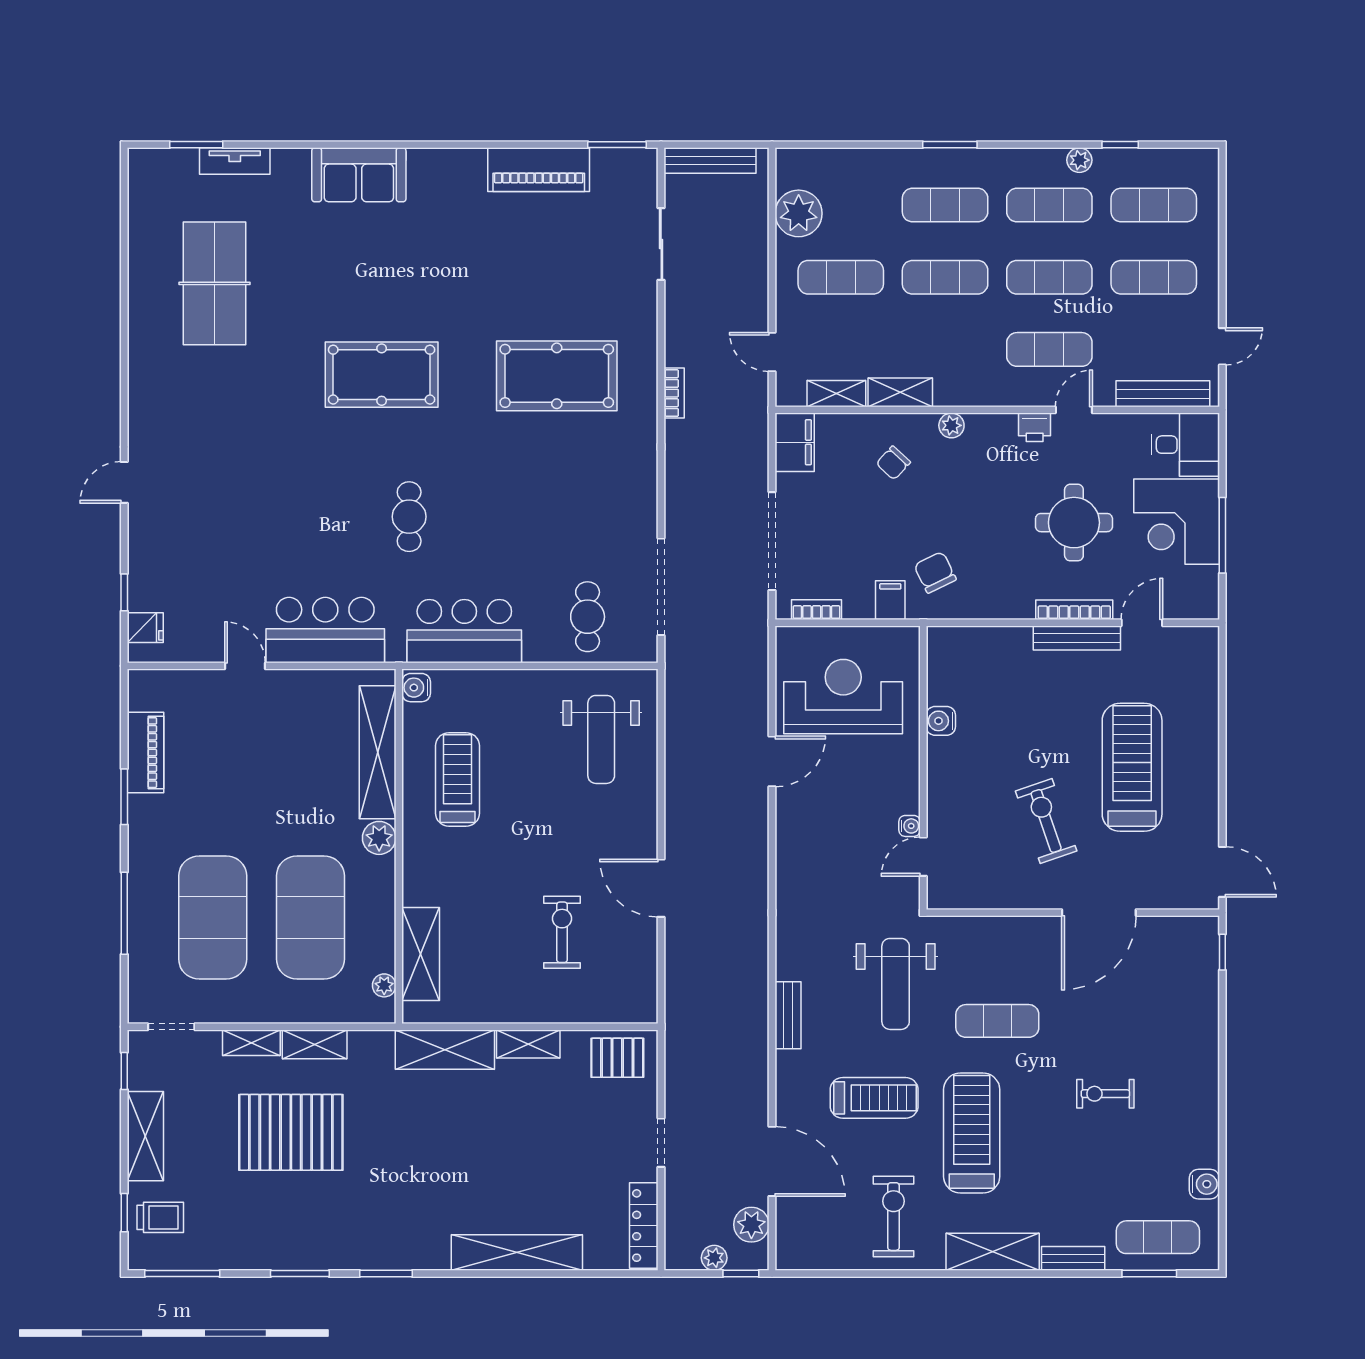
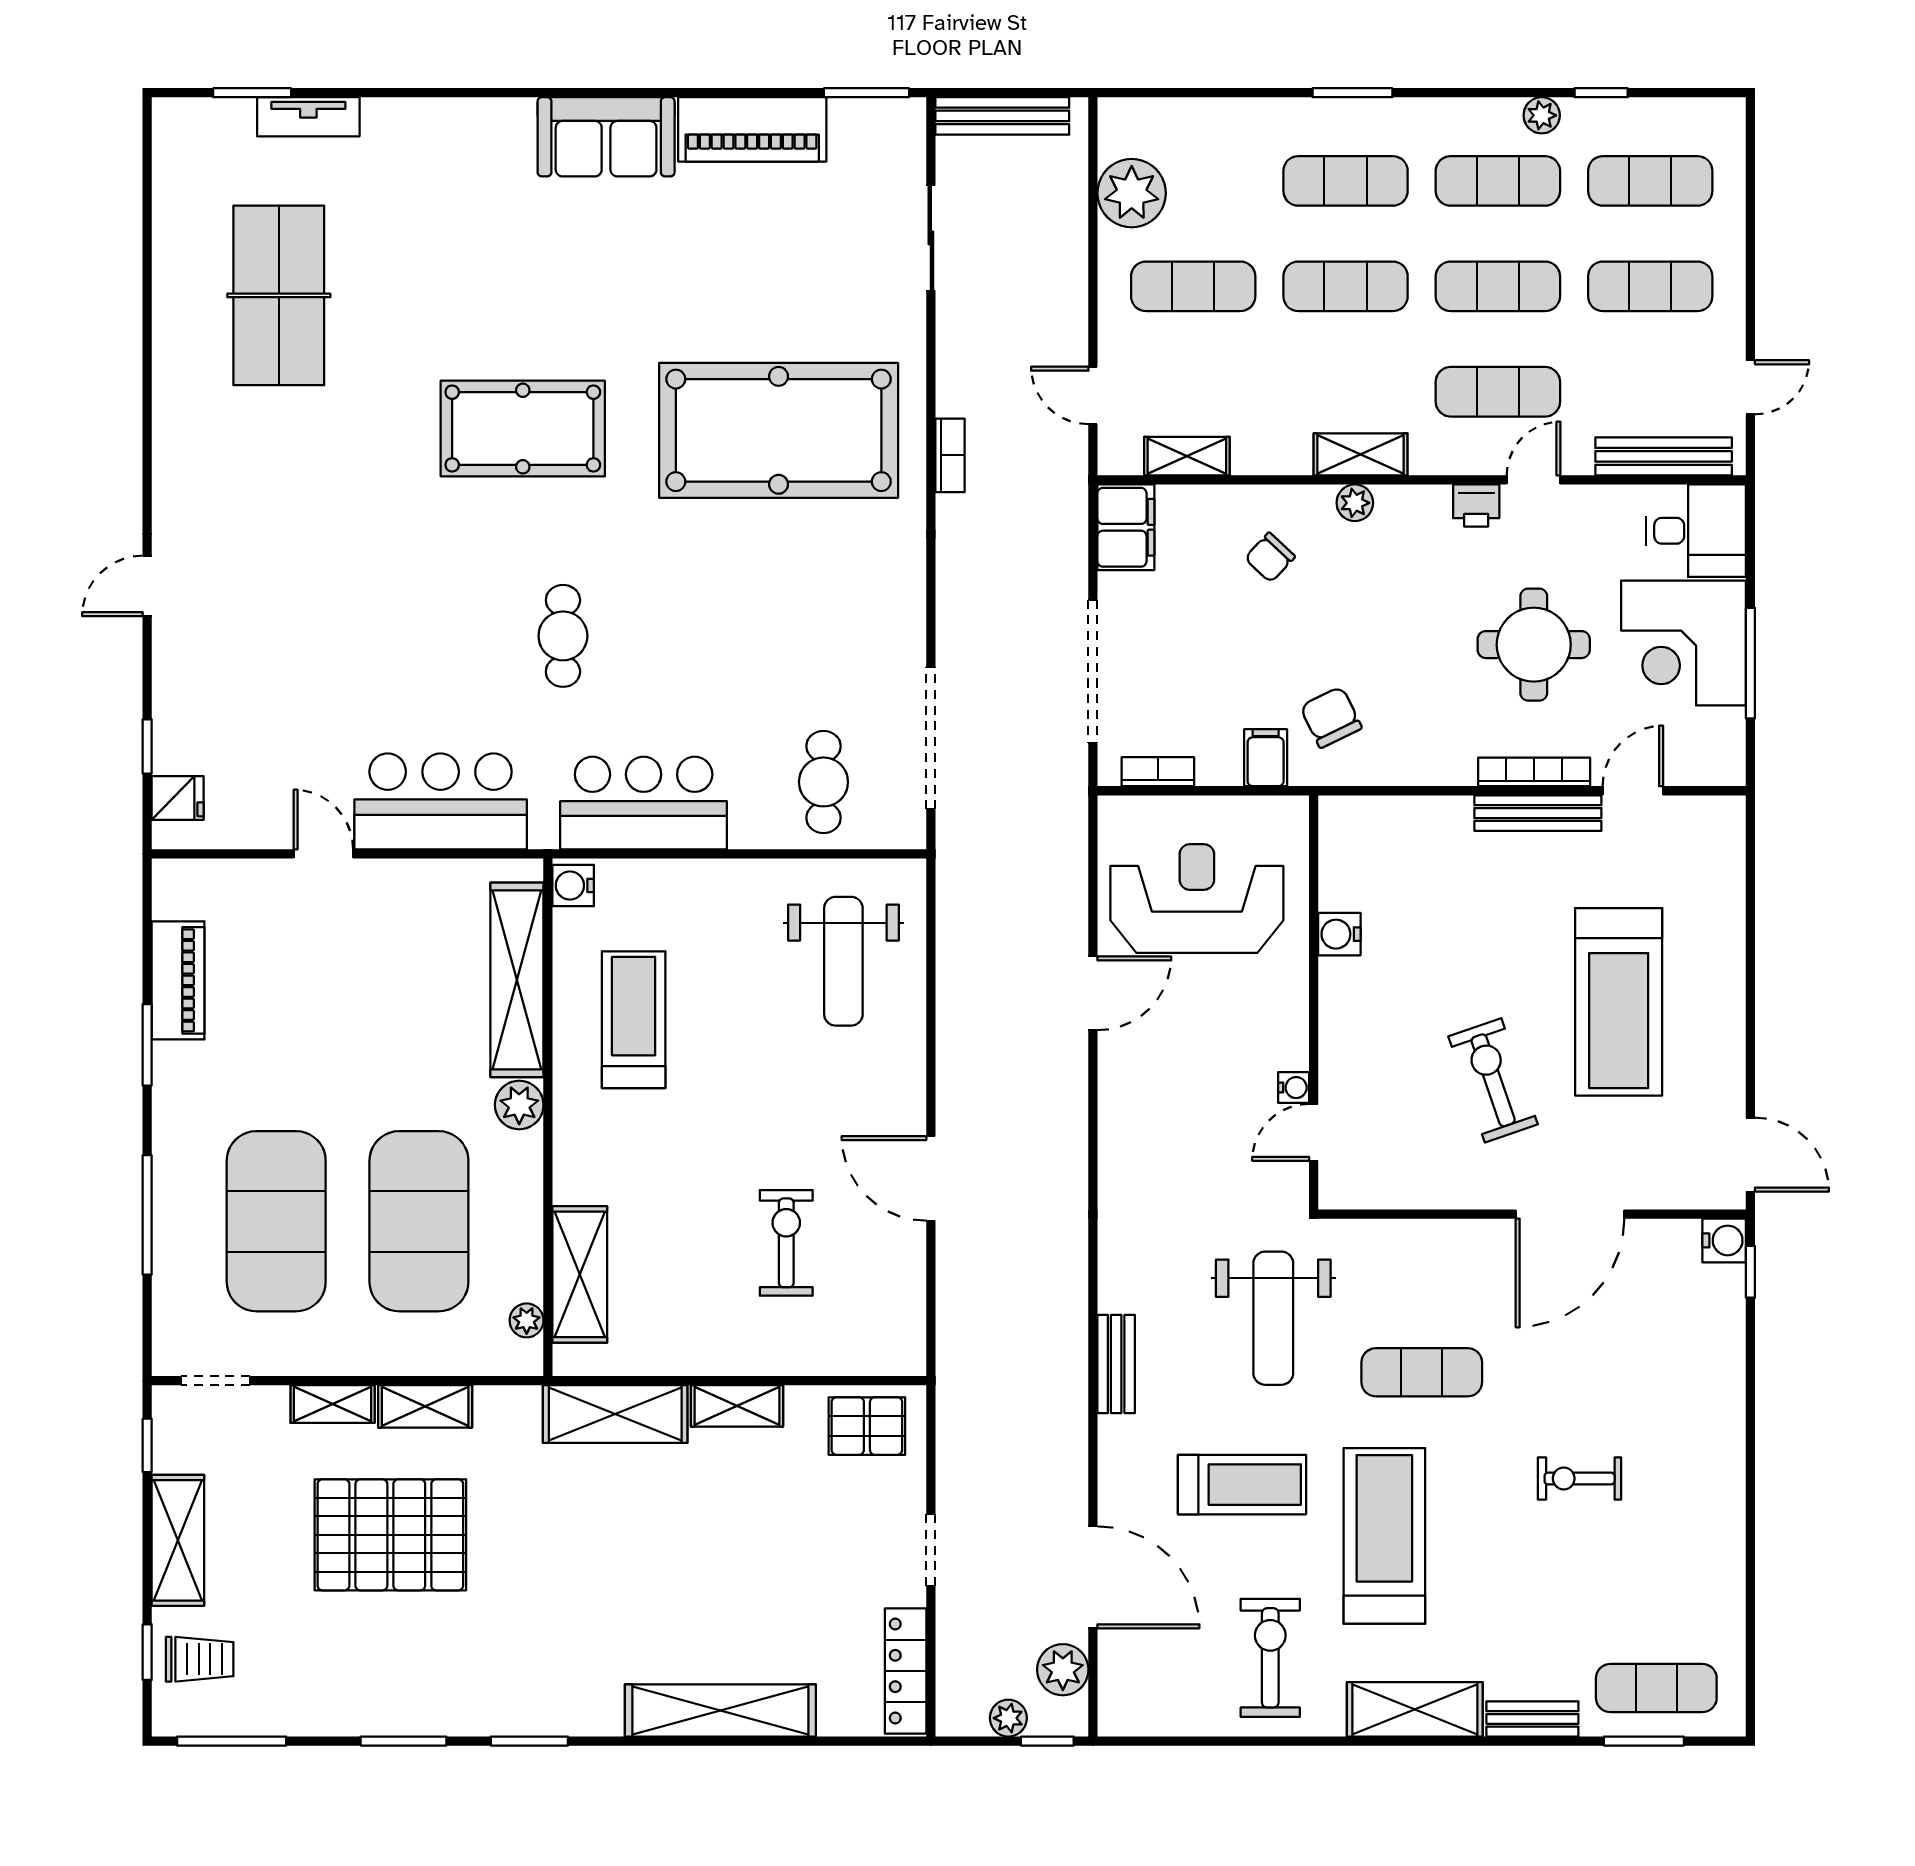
sofa: (359, 175) -> (606, 137), moved
pool table: (557, 376) -> (779, 430), width x1.36, depth x1.32
shelving: (900, 392) -> (1361, 454), moved
treadmill: (1132, 767) -> (1619, 1002), turned 180
water cooler: (1204, 1184) -> (1724, 1240), moved

